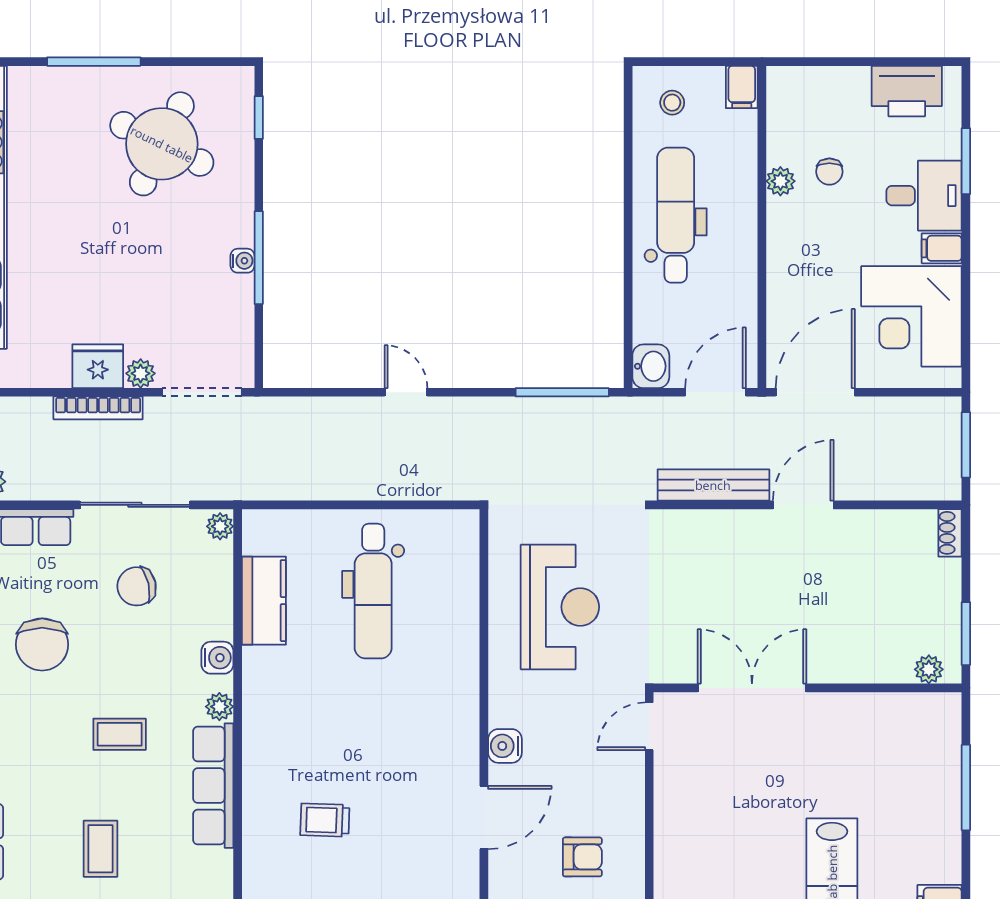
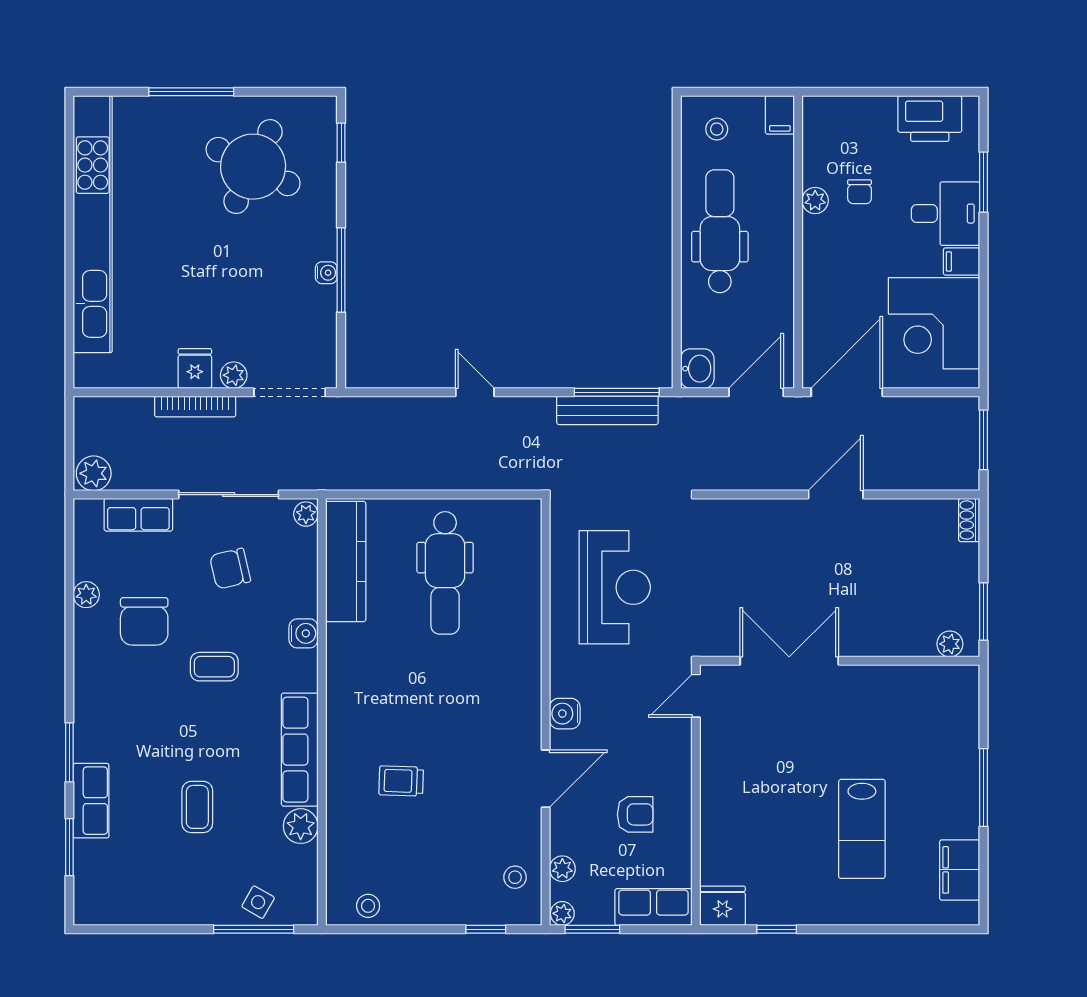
fridge: (98, 366) -> (195, 369), width x0.72
bench: (713, 485) -> (607, 410), moved
kitchen counter: (264, 601) -> (346, 561), width x1.50
plant: (219, 707) -> (301, 826), moved, width x1.38, depth x1.38
coffee table: (120, 734) -> (214, 667), moved
window: (966, 787) -> (984, 787), moved

